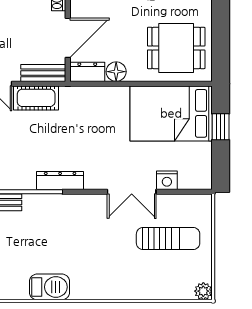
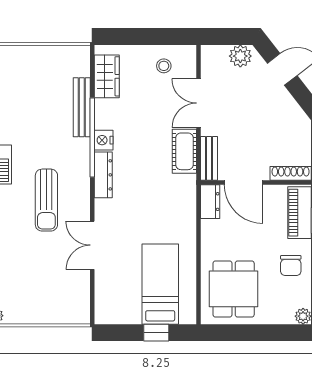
floor lamp: (116, 72) -> (210, 230), removed
bed: (171, 113) -> (160, 284), width x0.67
nightstand: (167, 180) -> (104, 140), moved
sun lounger: (168, 239) -> (46, 200), moved

